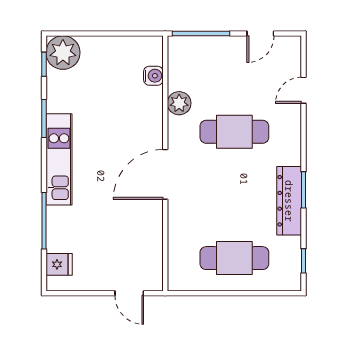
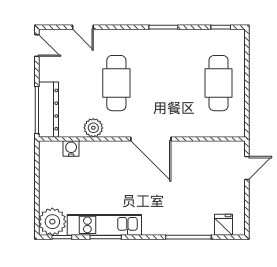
door: (260, 34) -> (37, 46), moved
kitchen unit: (59, 159) -> (104, 225), moved
dresser: (289, 201) -> (49, 110), moved, turned -90

